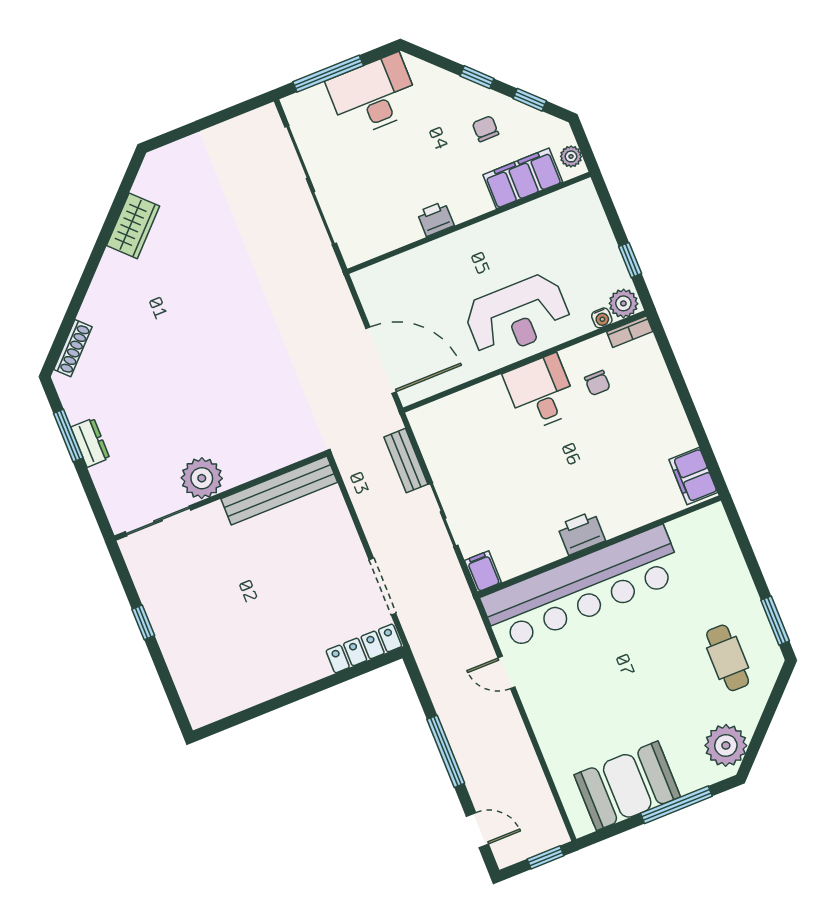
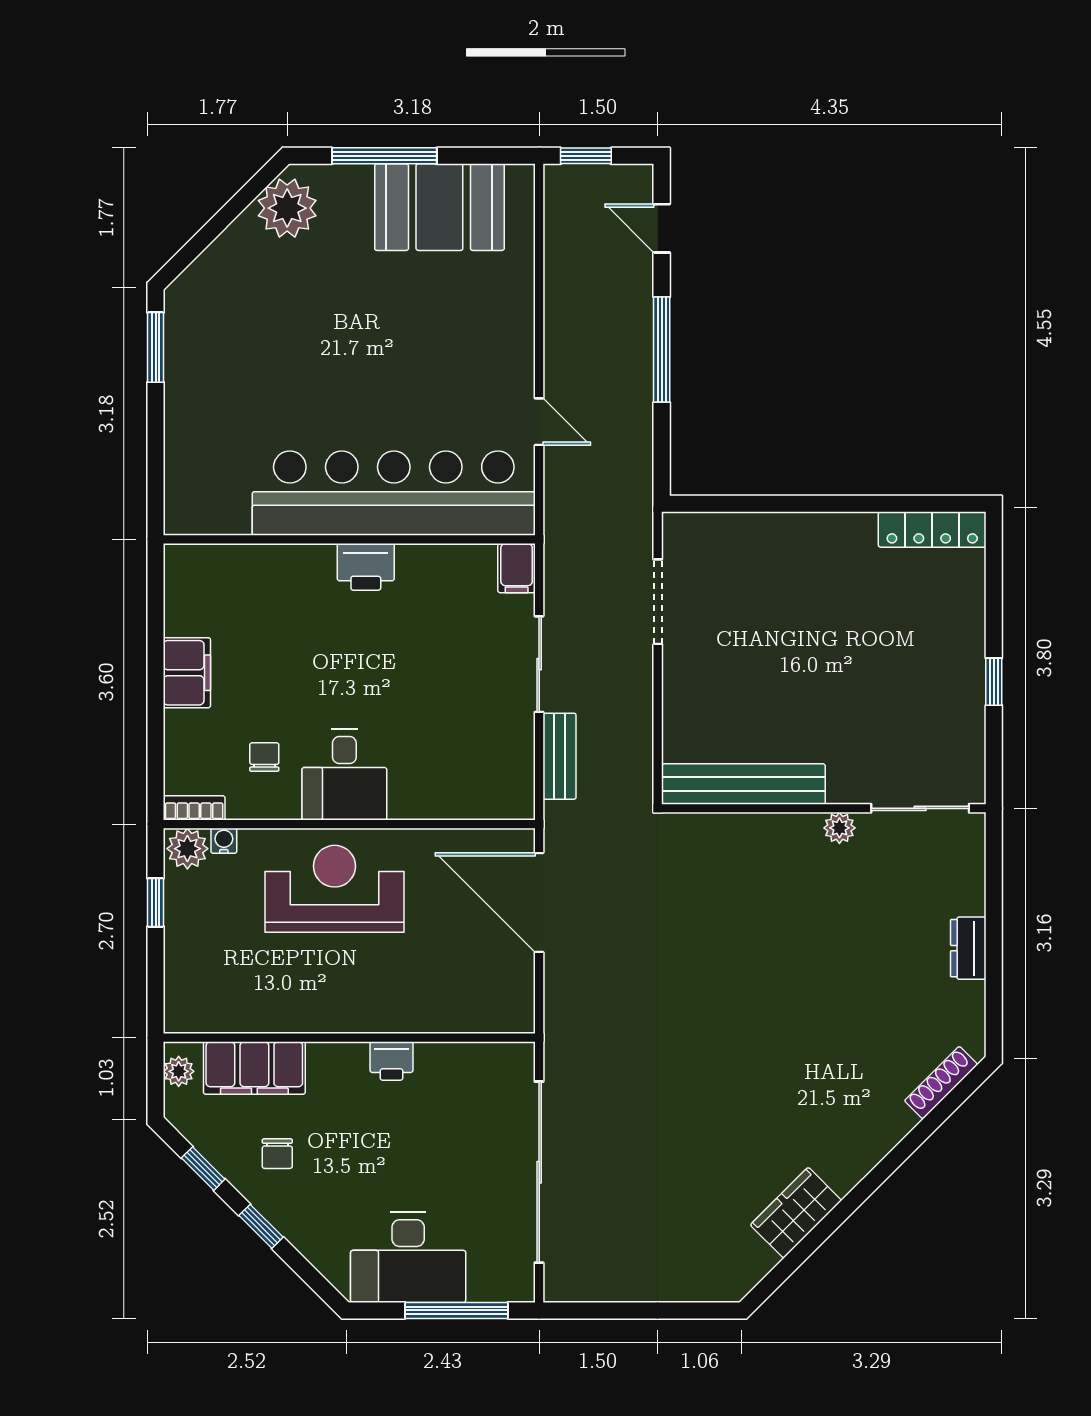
window: (68, 436) -> (994, 969), removed
filing cabinet: (693, 476) -> (187, 673), moved
plant: (202, 478) -> (839, 828), width x0.53, depth x0.53
locker: (364, 648) -> (932, 529), moved
cafe table: (728, 658) -> (238, 323), removed

